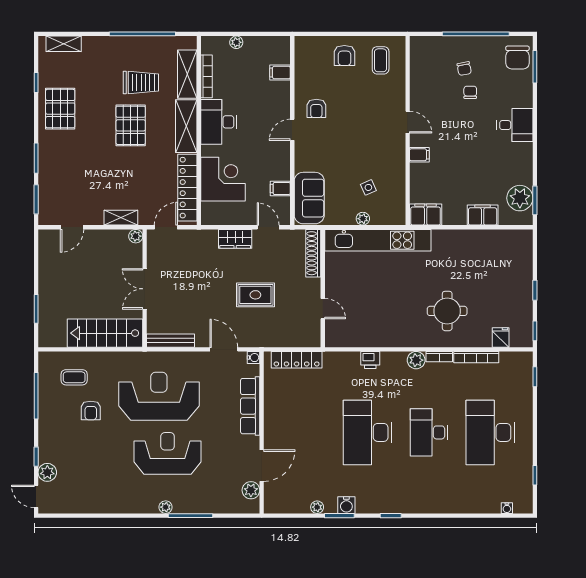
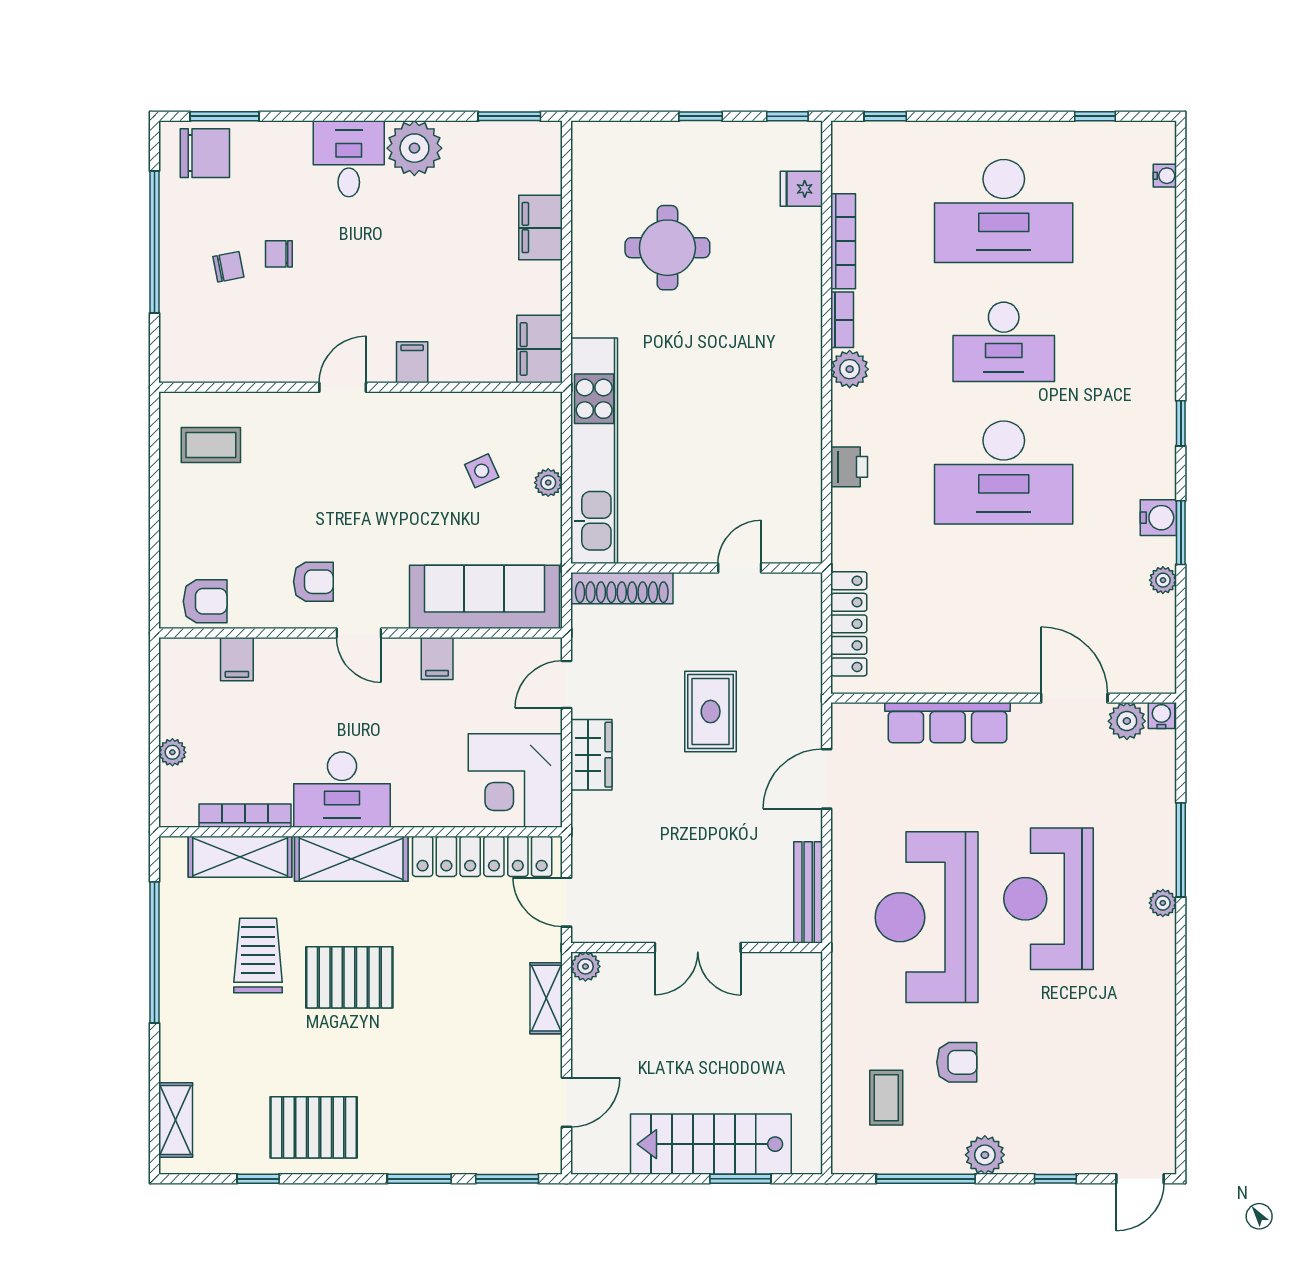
armchair: (344, 55) -> (205, 601), moved
corner desk: (223, 179) -> (515, 781), moved, turned -90
filing cabinet: (280, 189) -> (437, 658), moved
sofa: (309, 198) -> (484, 597), width x1.36
plant: (520, 198) -> (414, 148), moved
door: (72, 227) -> (566, 1102), hinge flipped
round table: (447, 311) -> (667, 248), moved
stairs: (105, 333) -> (711, 1144), moved, turned 90
water cooler: (254, 358) -> (1161, 716), moved
plant: (47, 472) -> (985, 1155), moved

